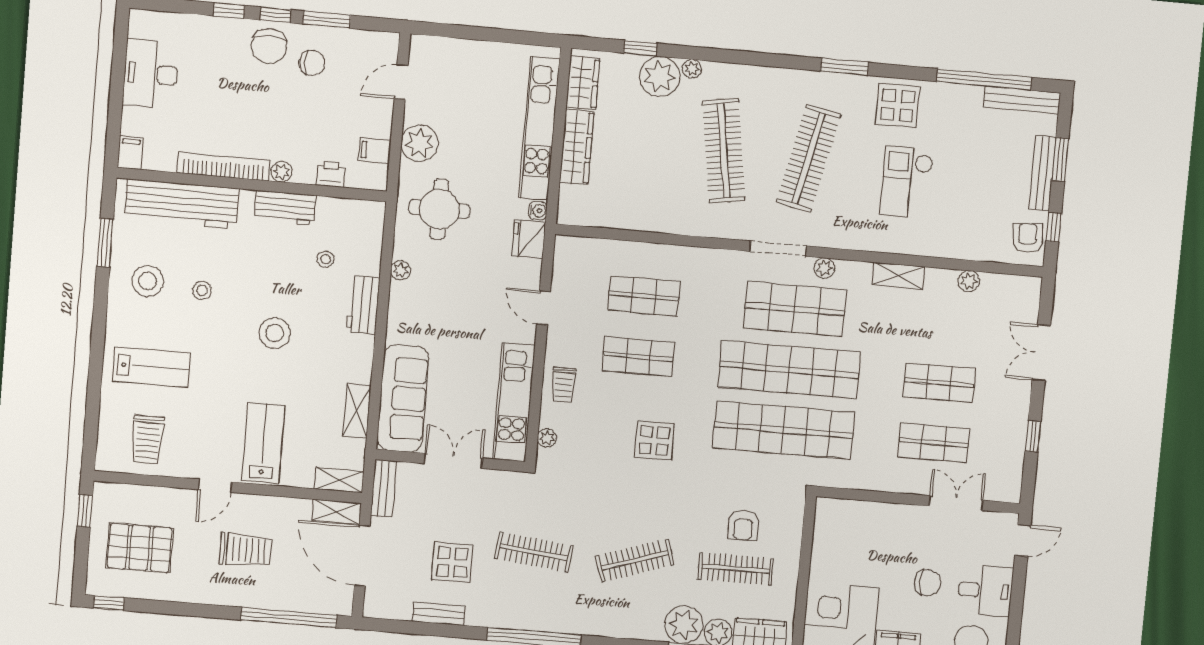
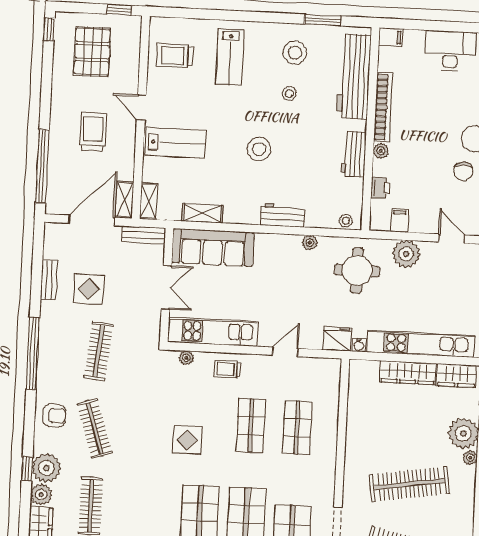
stool: (326, 259) -> (346, 221), moved
armchair: (743, 525) -> (54, 415), moved, turned 180
trolley: (246, 550) -> (93, 132), turned 180

